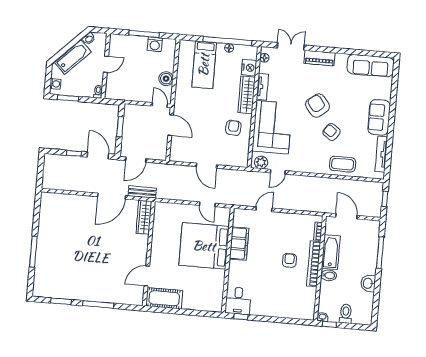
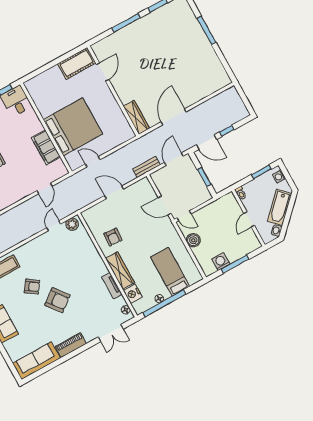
piano: (319, 58) -> (71, 345), moved
corner sofa: (272, 127) -> (82, 258), removed
bench: (142, 192) -> (146, 167), moved

